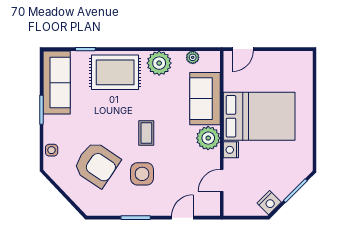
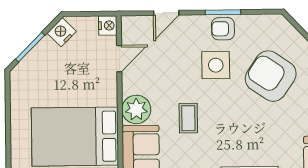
coffee table: (146, 133) -> (188, 118), moved
nightstand: (231, 150) -> (108, 25), moved
armchair: (136, 204) -> (223, 29), added

